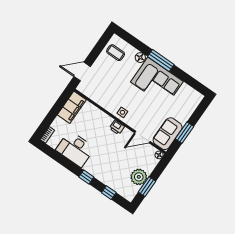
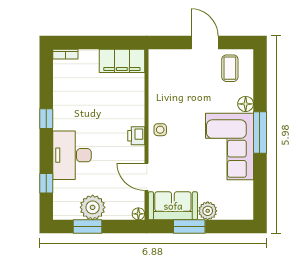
door: (82, 72) -> (205, 42), moved
plant: (183, 117) -> (208, 211), added
desk: (75, 149) -> (72, 155), moved
window: (86, 177) -> (46, 119), moved

